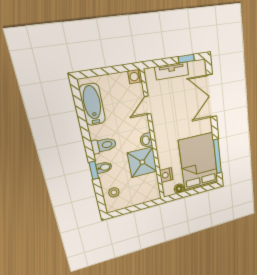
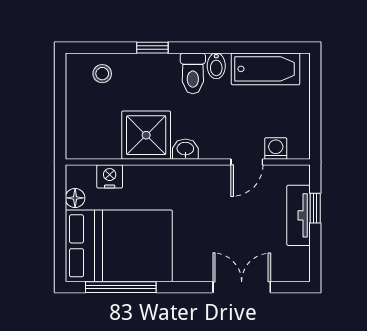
window: (186, 59) -> (315, 208), moved
washing machine: (135, 76) -> (276, 149), moved
double door: (212, 96) -> (242, 287), width x0.73
door: (148, 105) -> (247, 162), swing flipped
bidet: (104, 167) -> (216, 66), moved

